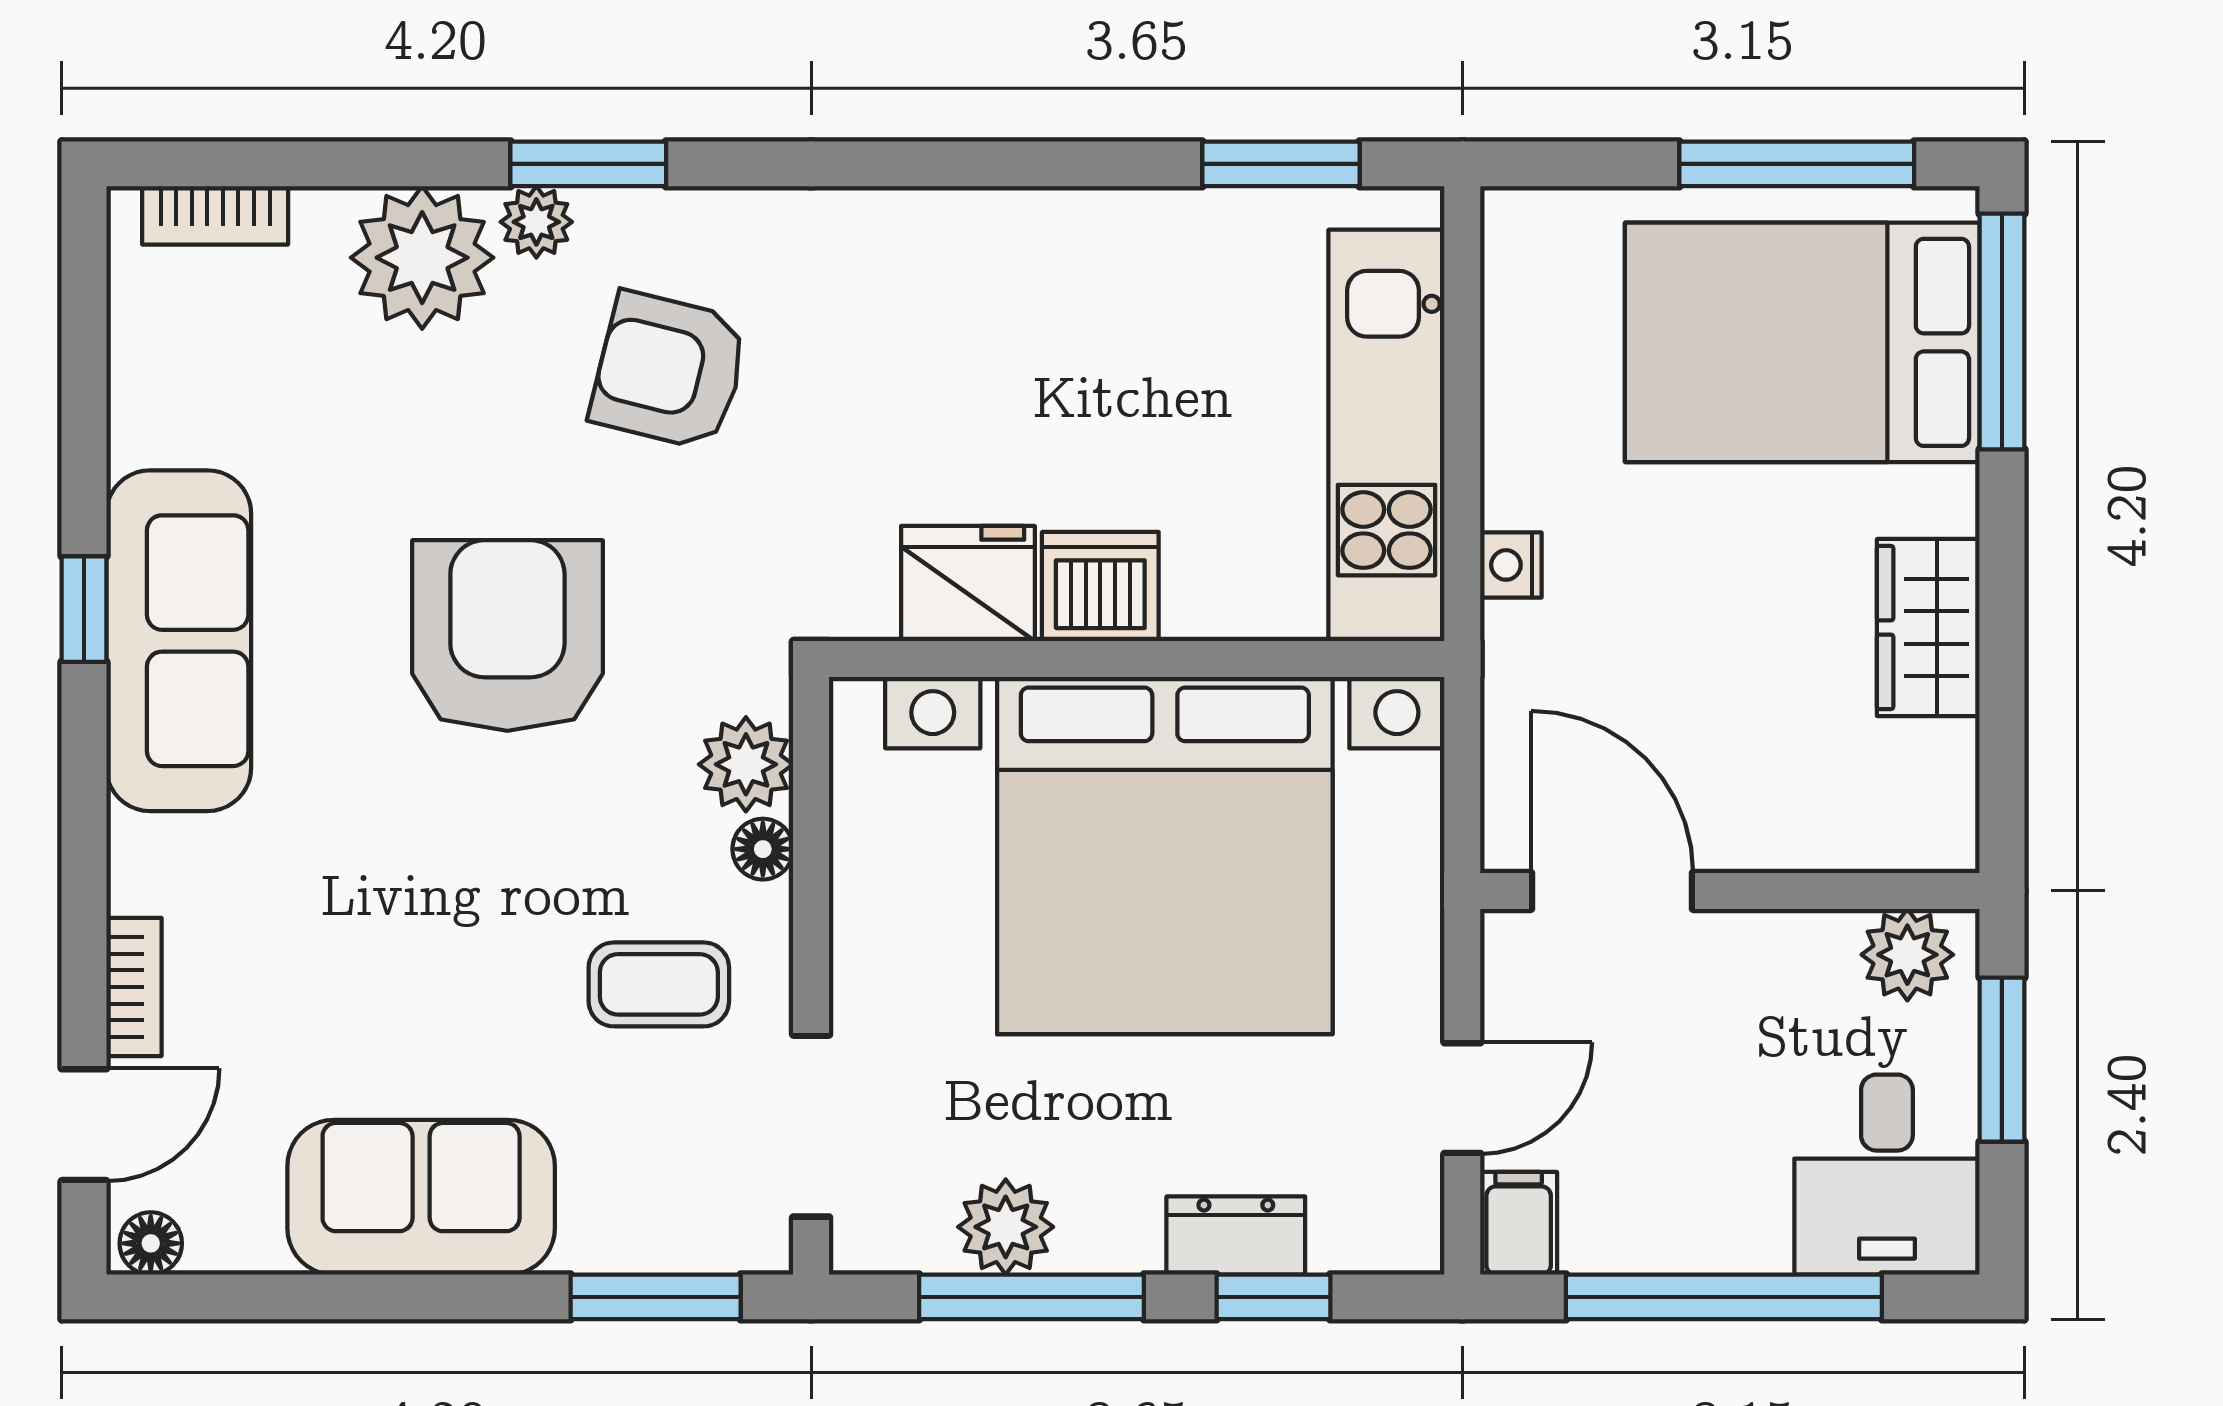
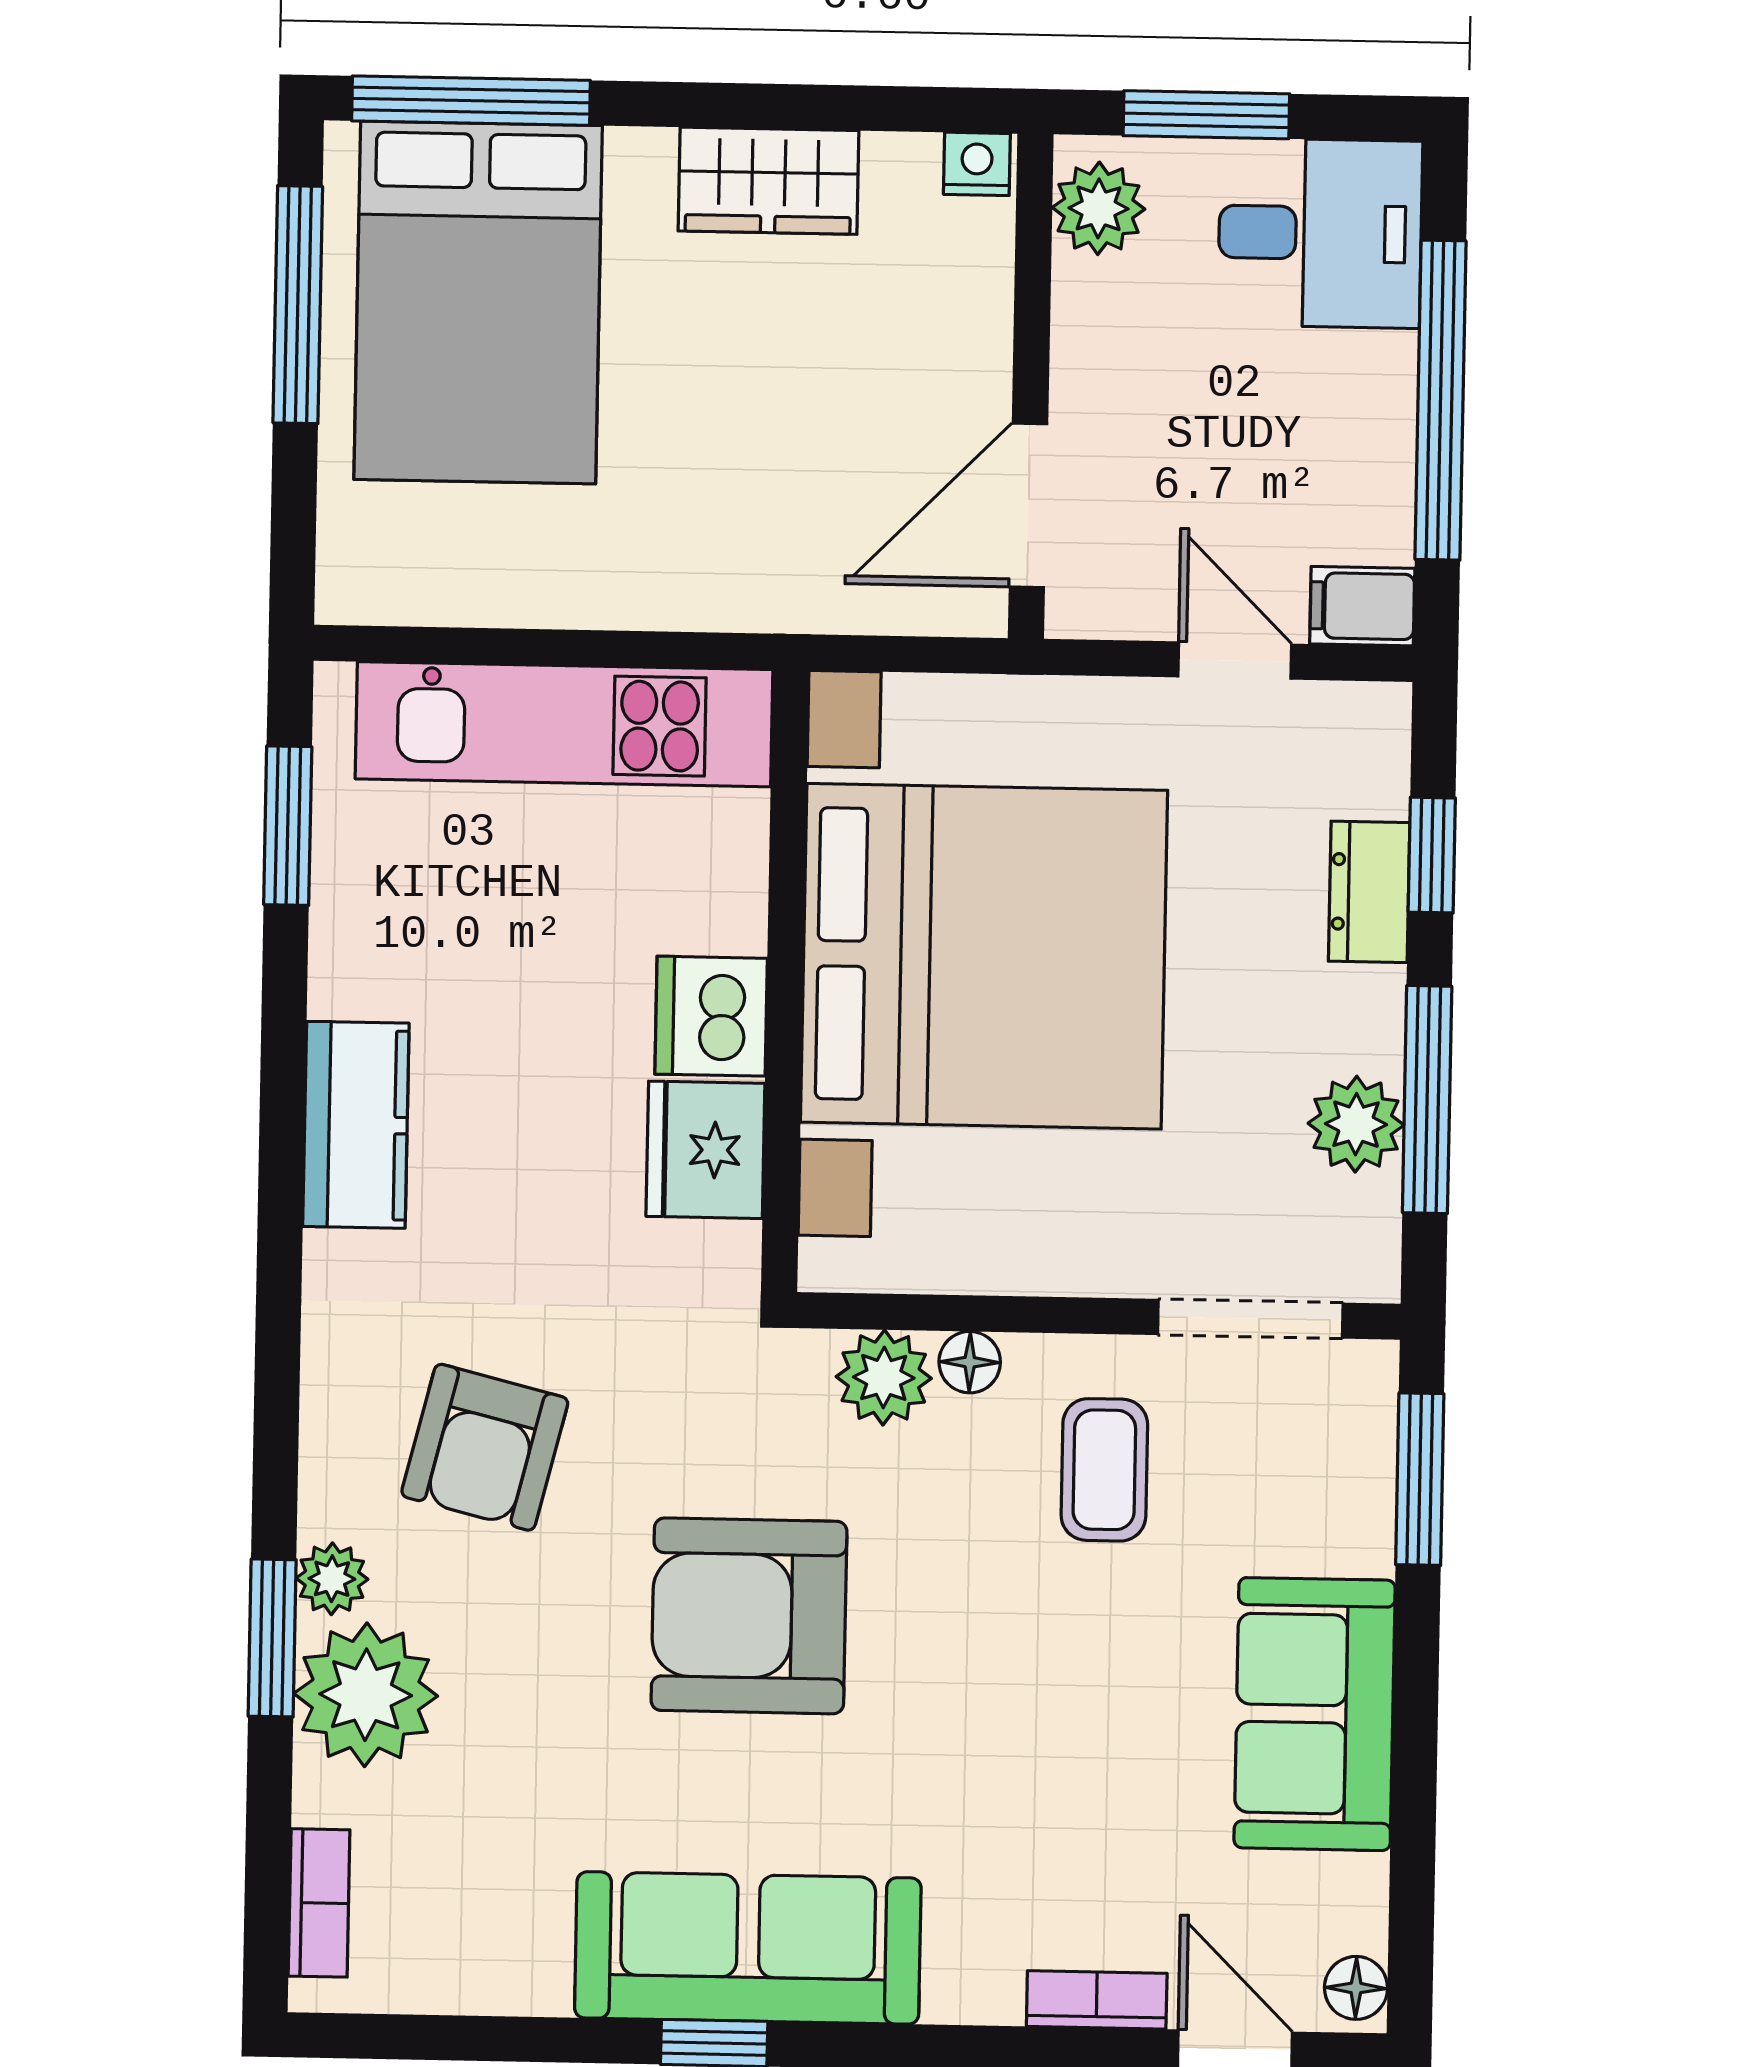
window: (588, 164) -> (272, 1638), moved
kitchen counter: (986, 237) -> (356, 1125), added
nightstand: (1511, 565) -> (977, 164), moved, turned 180

